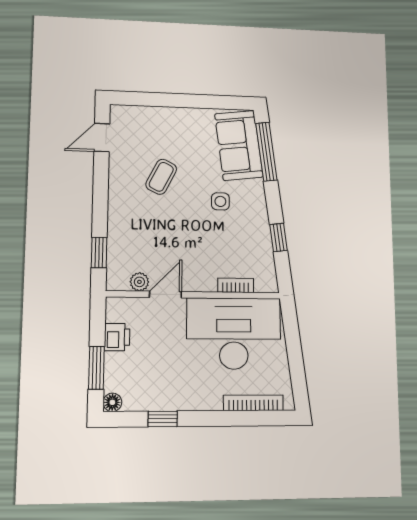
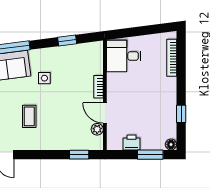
coffee table: (161, 177) -> (29, 116), turned 63
bookcase: (236, 285) -> (99, 87), moved
desk: (234, 333) -> (124, 56), width x0.53, depth x0.77

